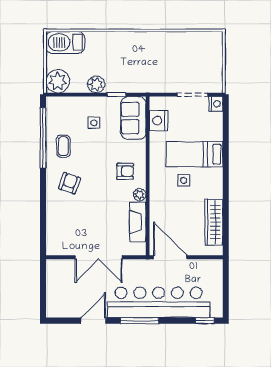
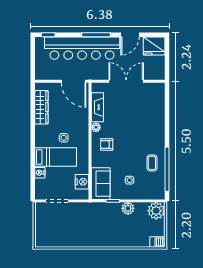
barbecue: (65, 42) -> (157, 242), width x0.53, depth x0.65
nightstand: (216, 104) -> (40, 173), moved
armchair: (69, 183) -> (148, 136), removed
fridge: (61, 305) -> (154, 46), added

